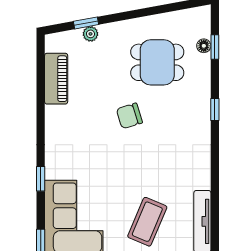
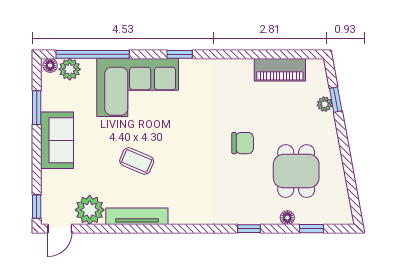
floor lamp: (204, 46) -> (287, 218), moved
chair: (129, 116) -> (243, 143), turned 107
coffee table: (147, 222) -> (137, 161), width x0.73, depth x0.77

